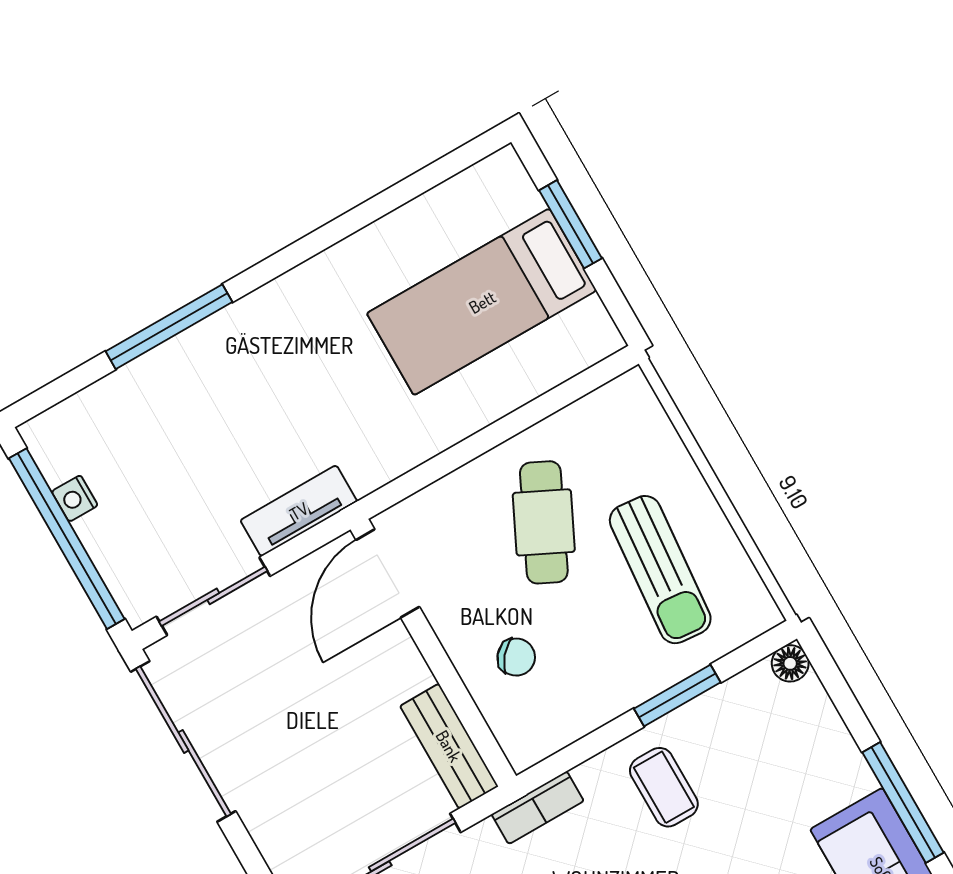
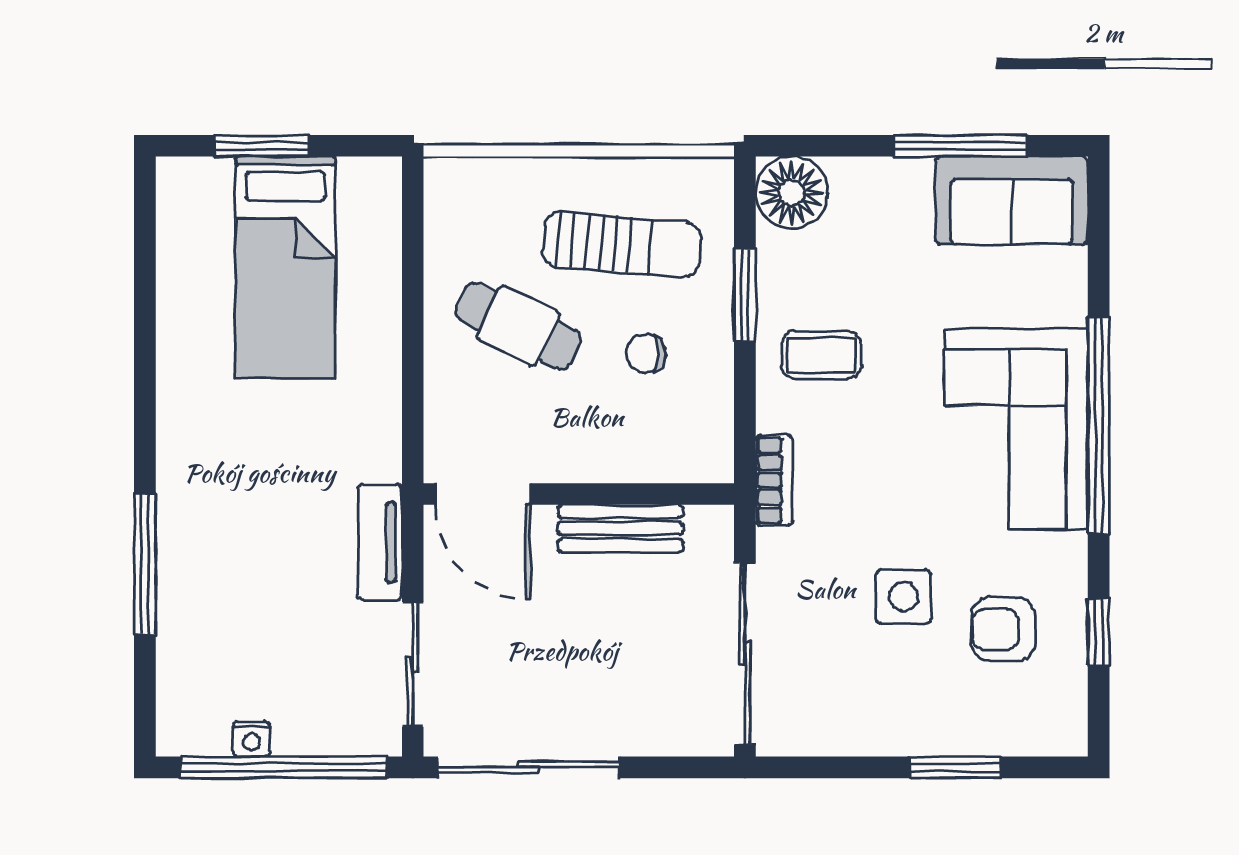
chair: (516, 657) -> (646, 354), moved, turned -130
floor lamp: (790, 663) -> (792, 193), width x1.89, depth x1.89
bench: (449, 746) -> (620, 529), moved

